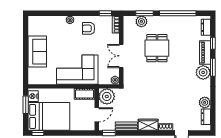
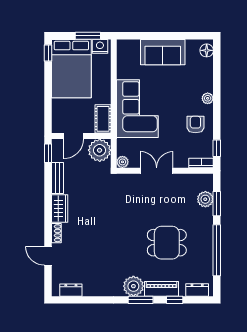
floor lamp: (36, 21) -> (207, 50), added
dining table: (157, 48) -> (167, 243), moved
plant: (205, 102) -> (91, 288), removed
door: (97, 115) -> (74, 136), hinge flipped

